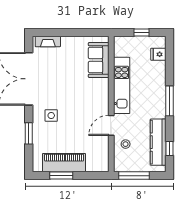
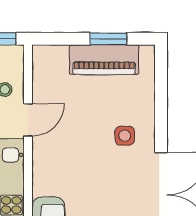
window: (29, 133) -> (161, 107), removed

